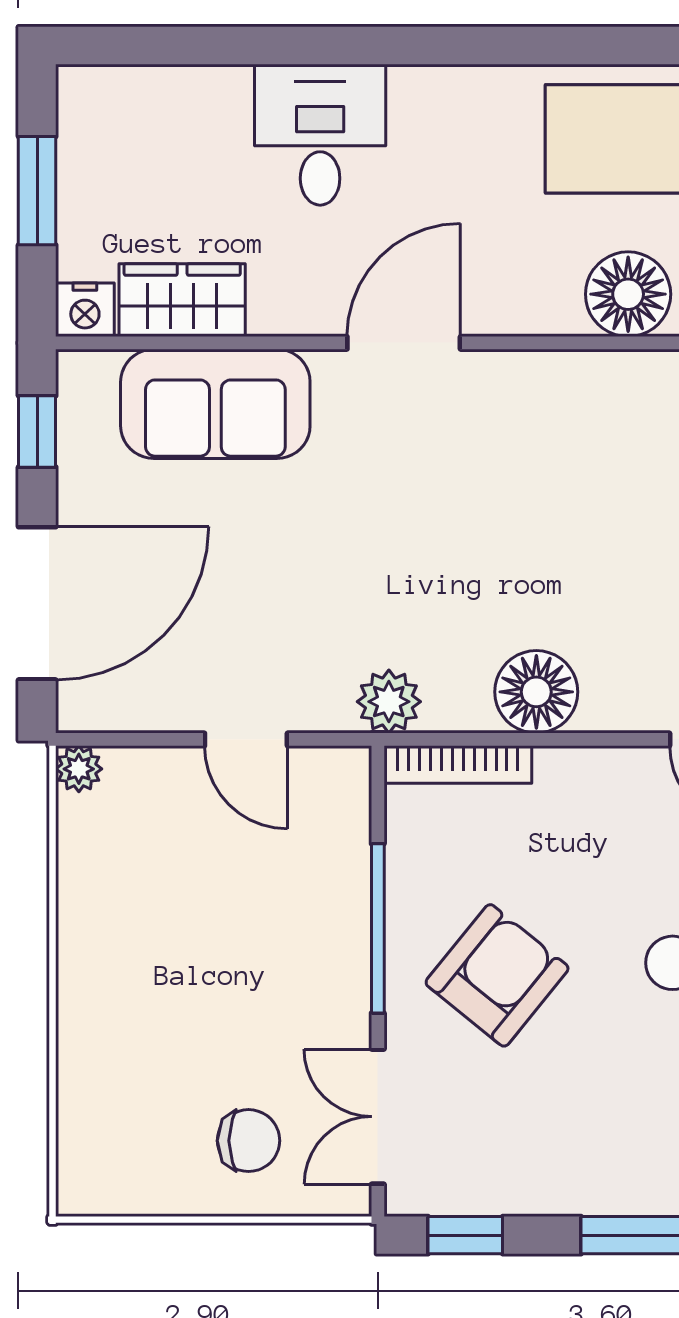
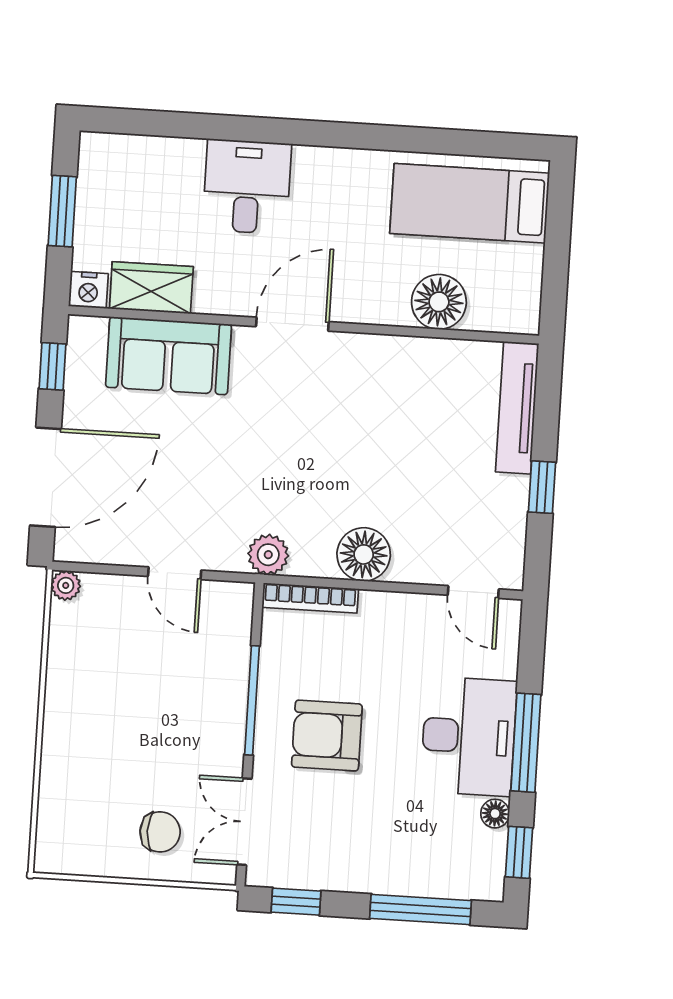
armchair: (497, 975) -> (327, 736), turned -129

